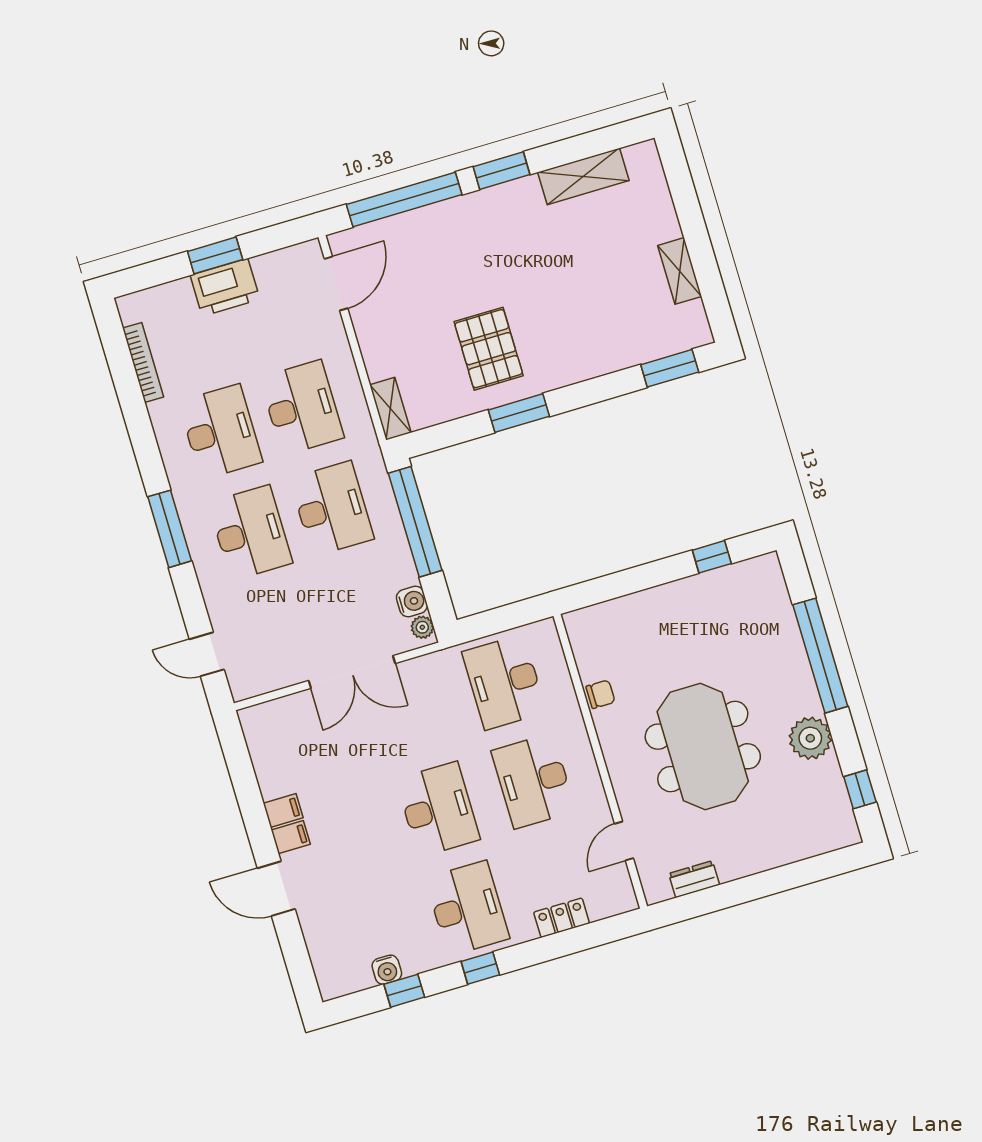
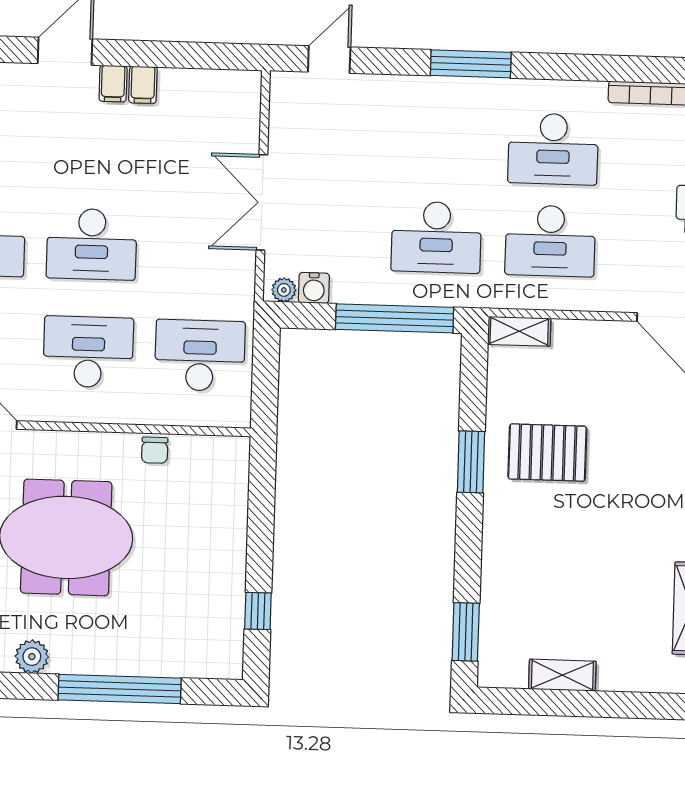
desk: (250, 533) -> (439, 145), removed
plant: (810, 738) -> (32, 657), width x0.73, depth x0.73

